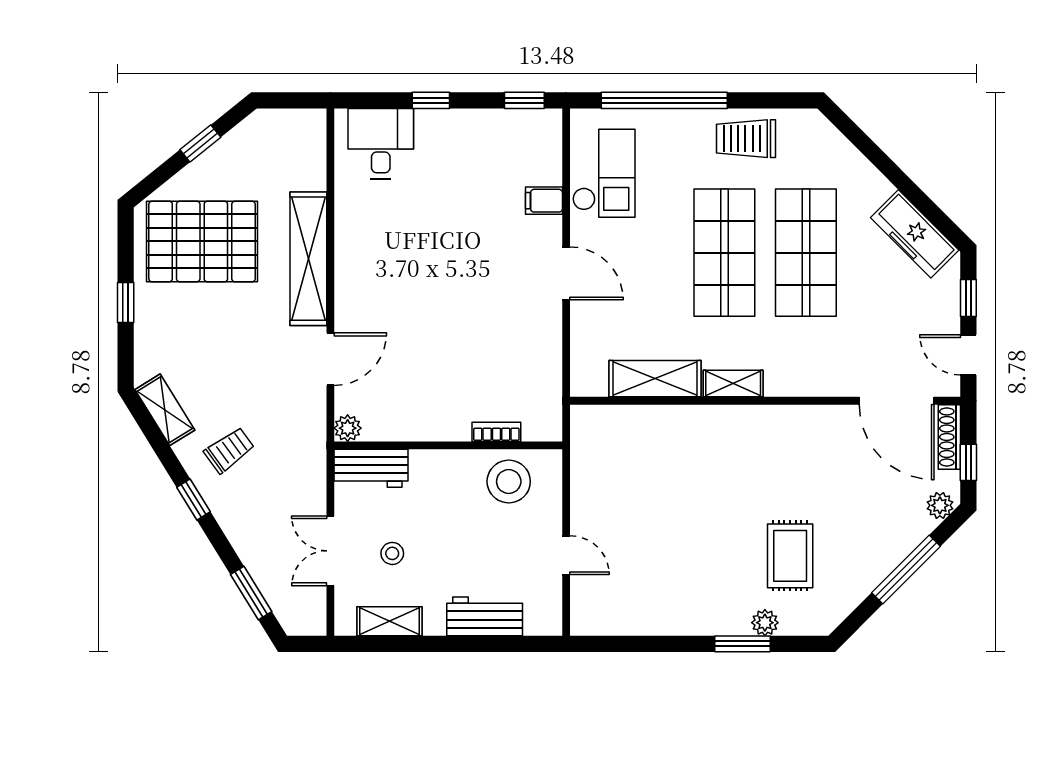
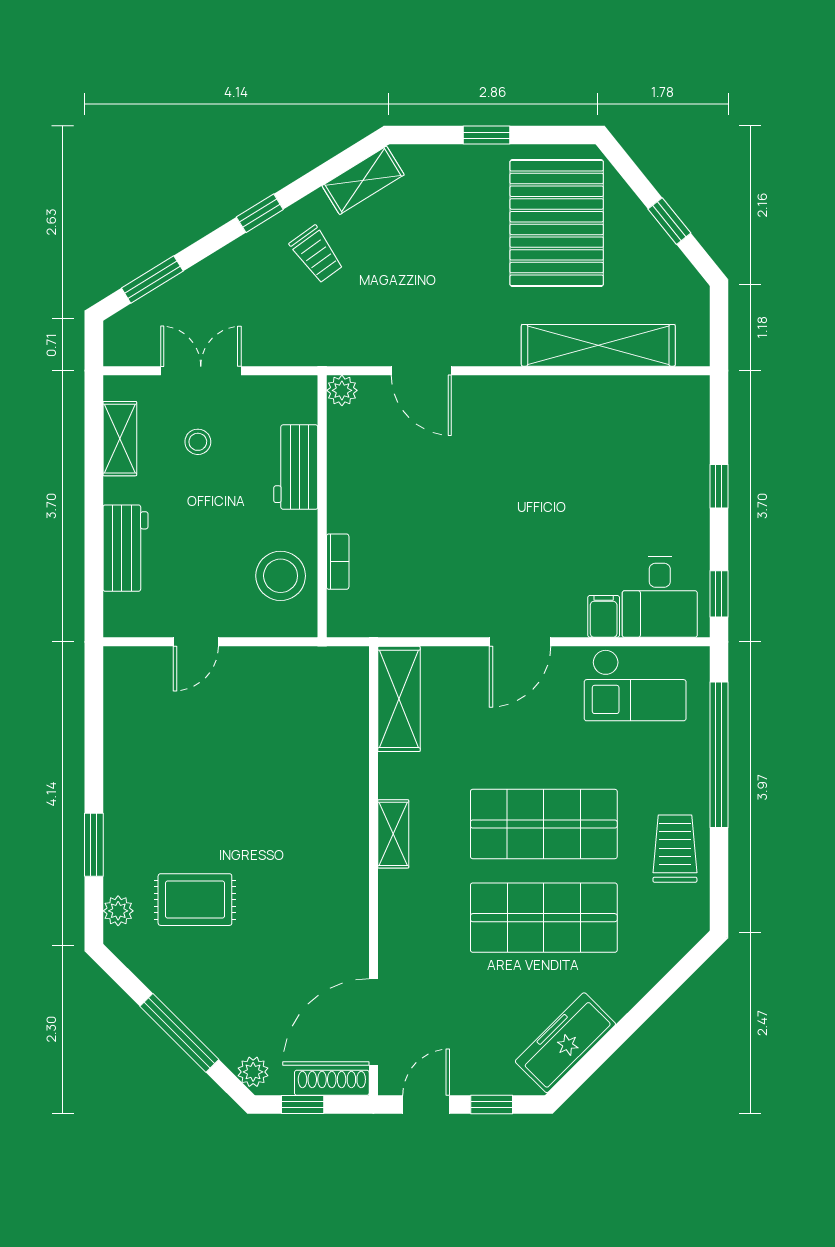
desk: (381, 143) -> (660, 597), moved, turned 90
shelving: (308, 259) -> (598, 345), moved
shelving: (655, 379) -> (399, 699), moved
workbench: (371, 468) -> (296, 467), moved
plant: (765, 623) -> (118, 911), moved

